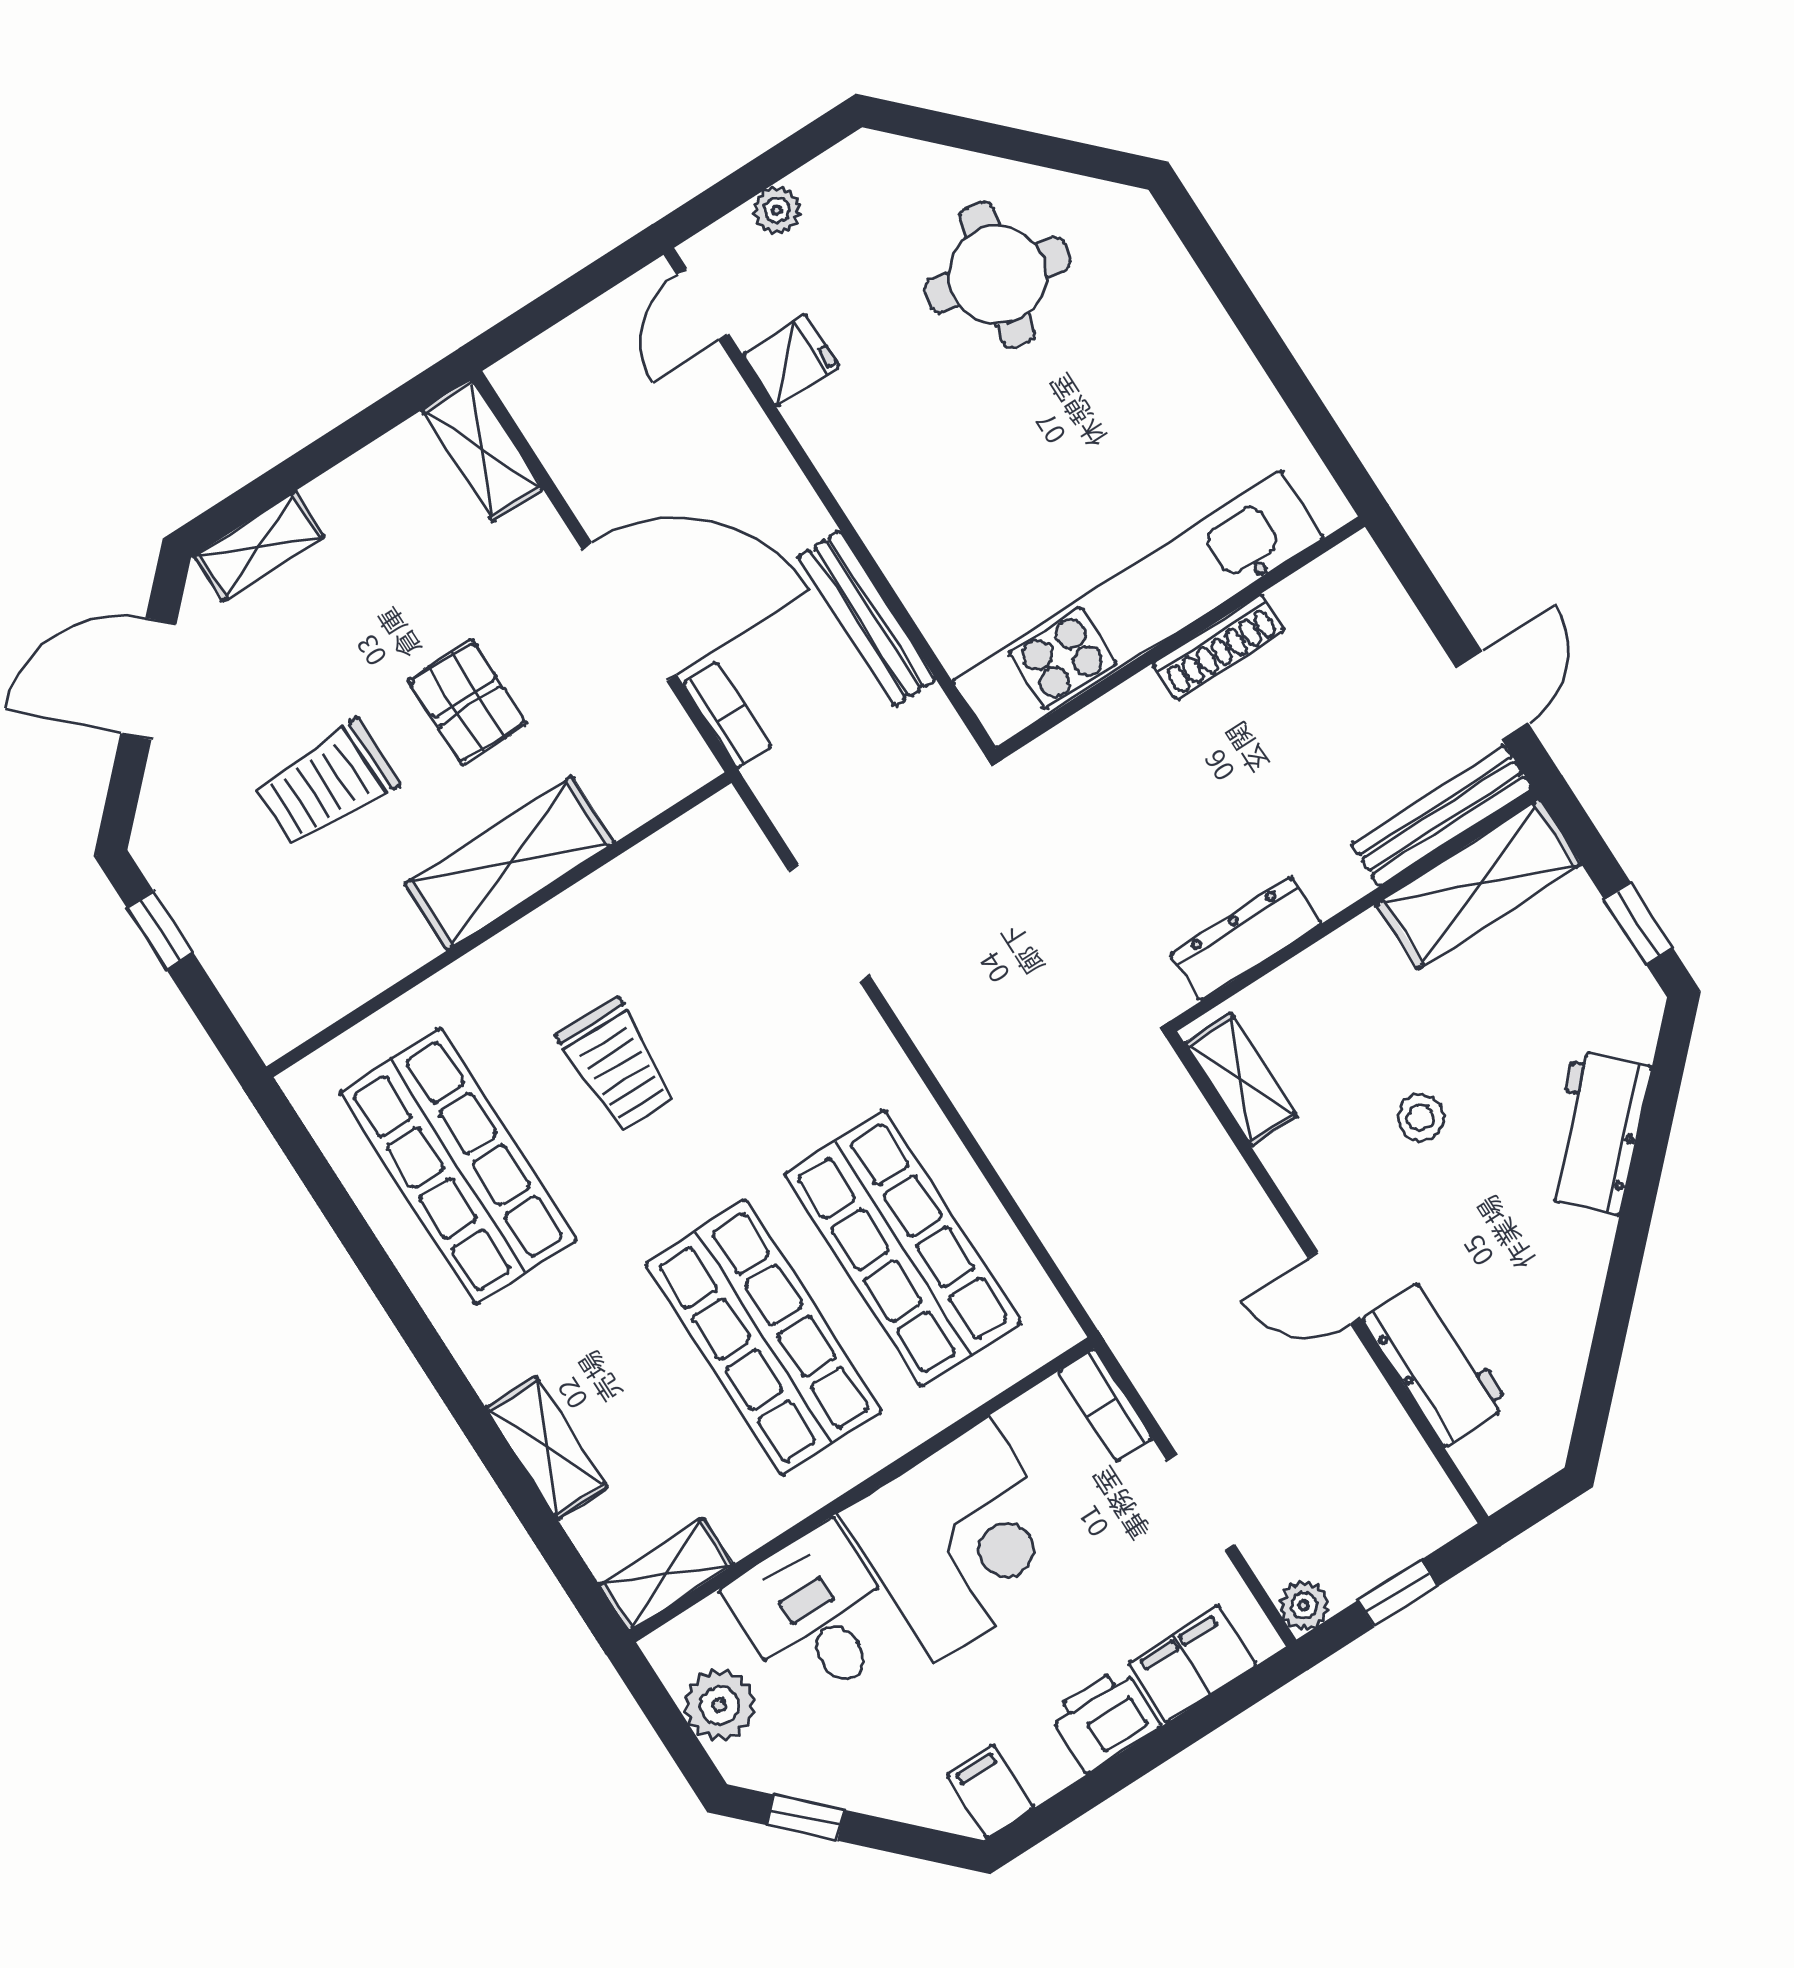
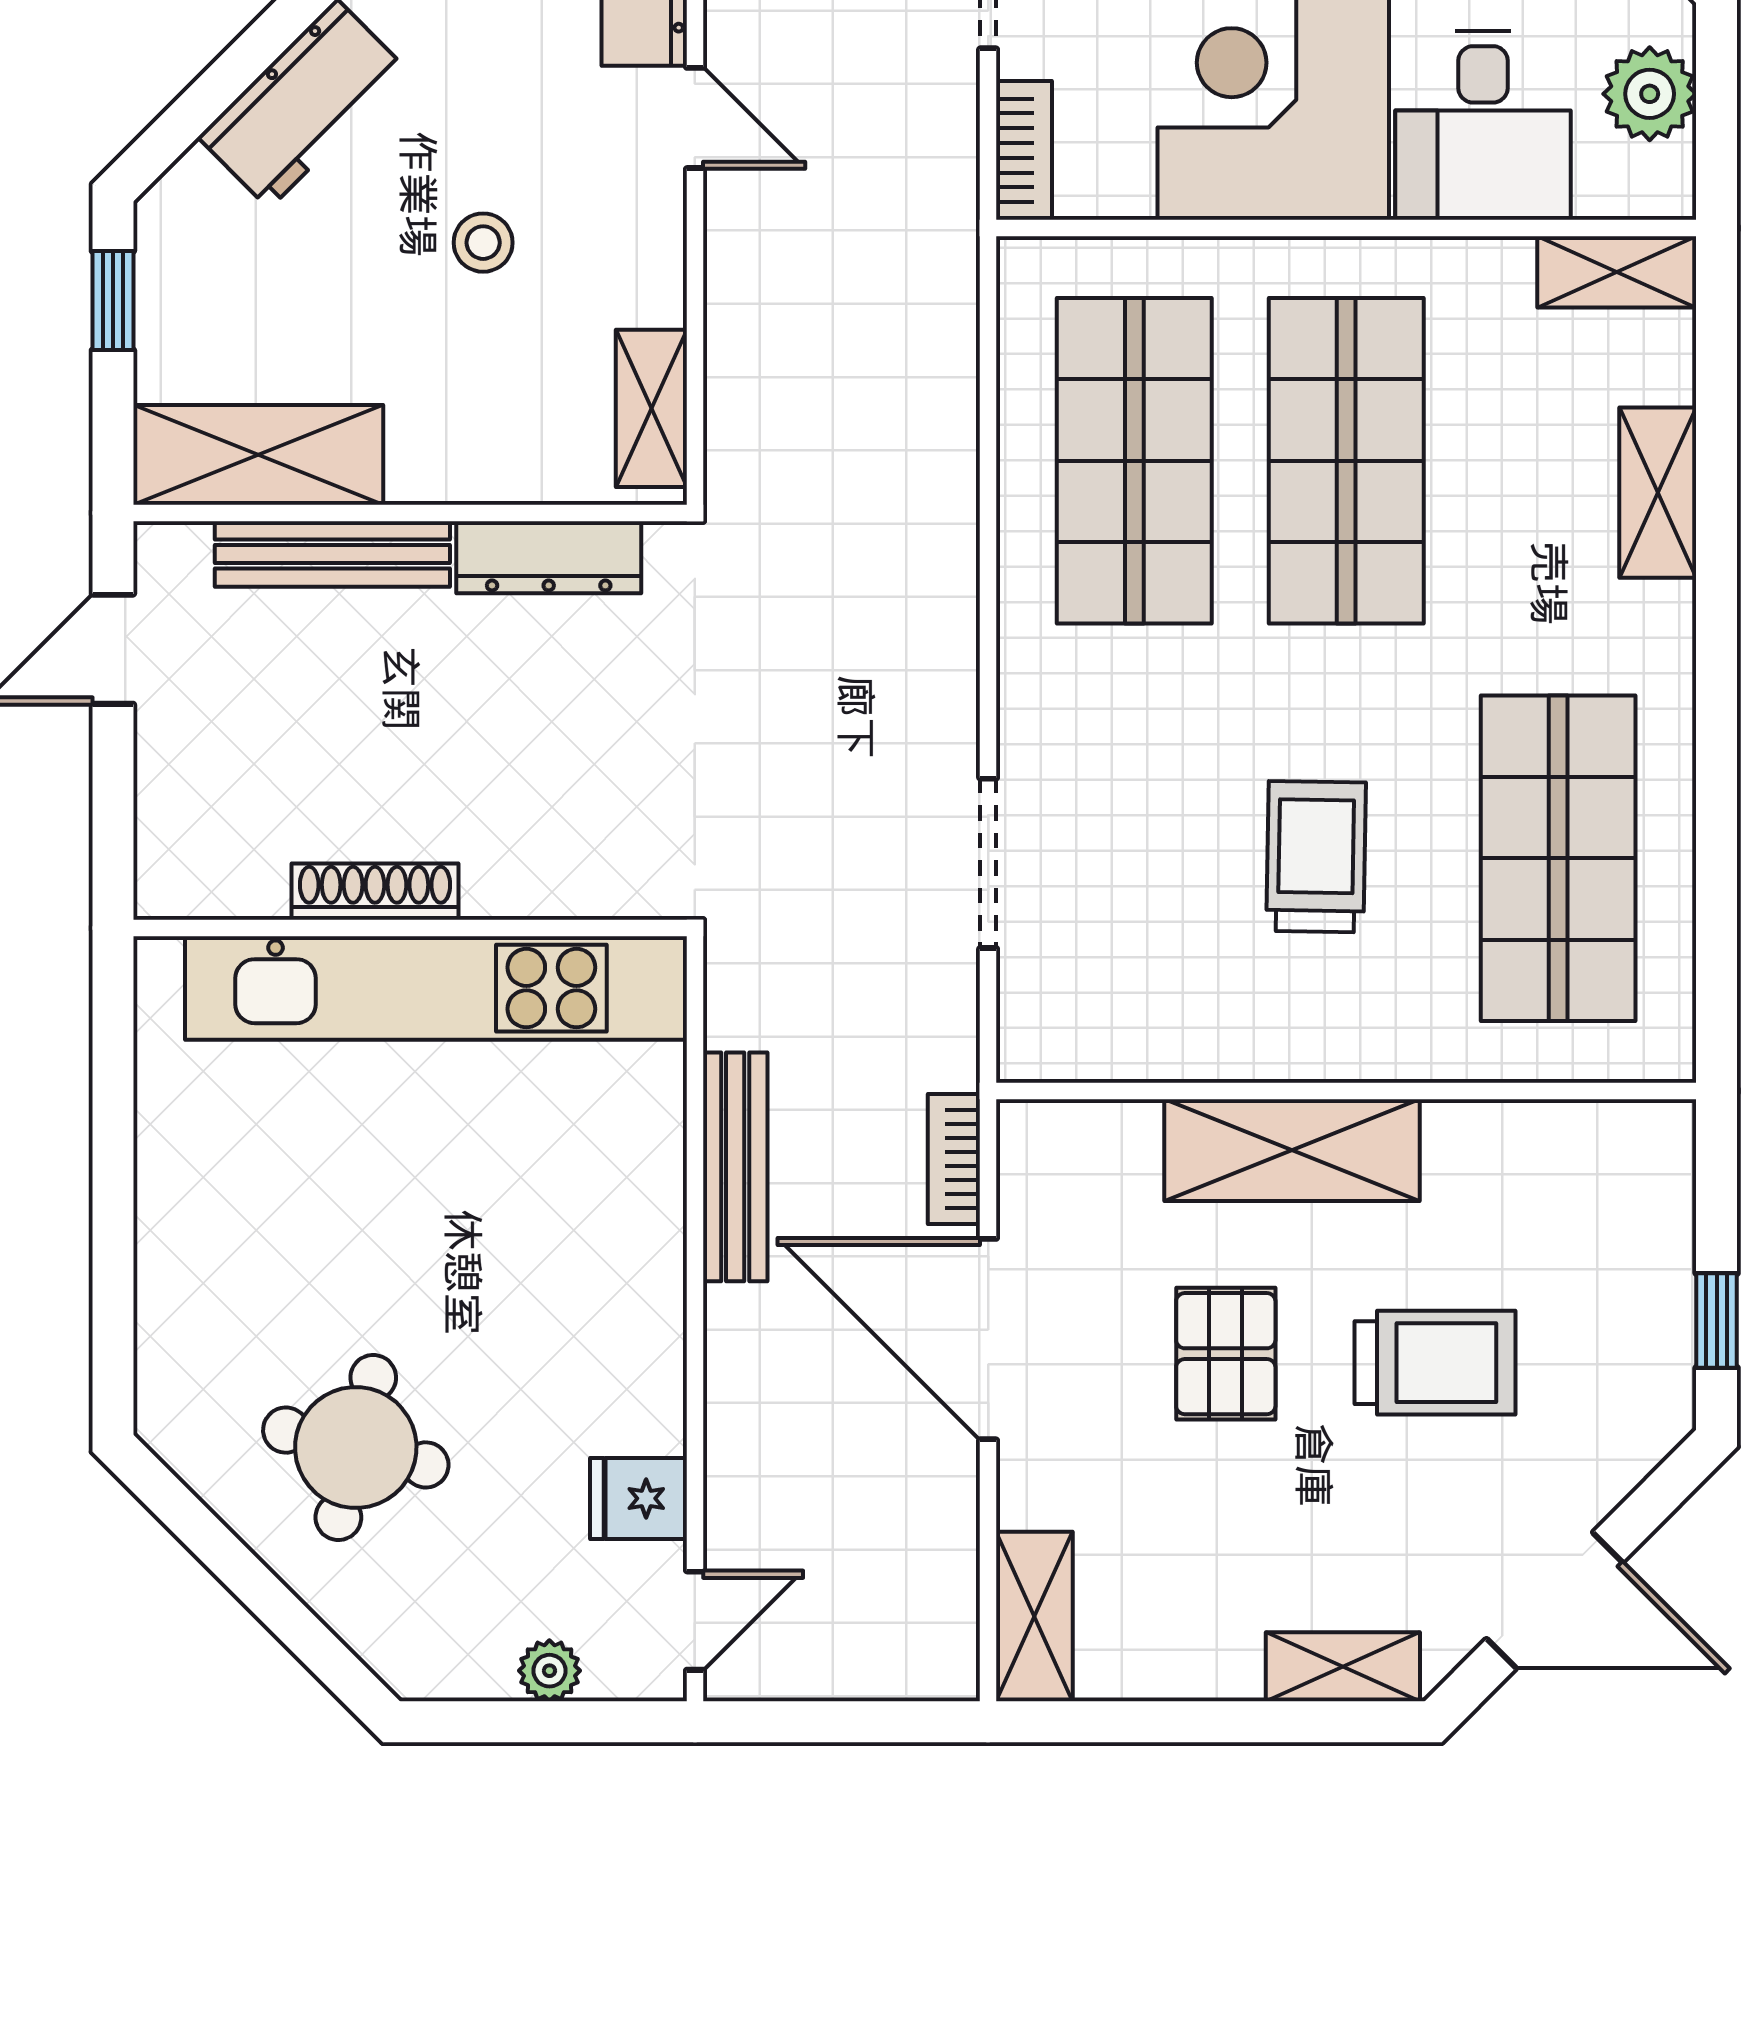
bench: (1442, 816) -> (332, 554), moved

